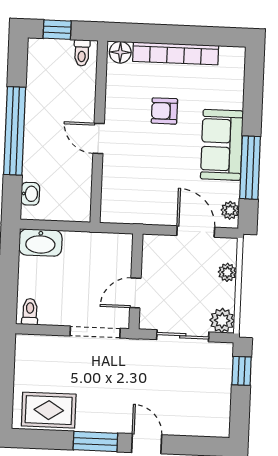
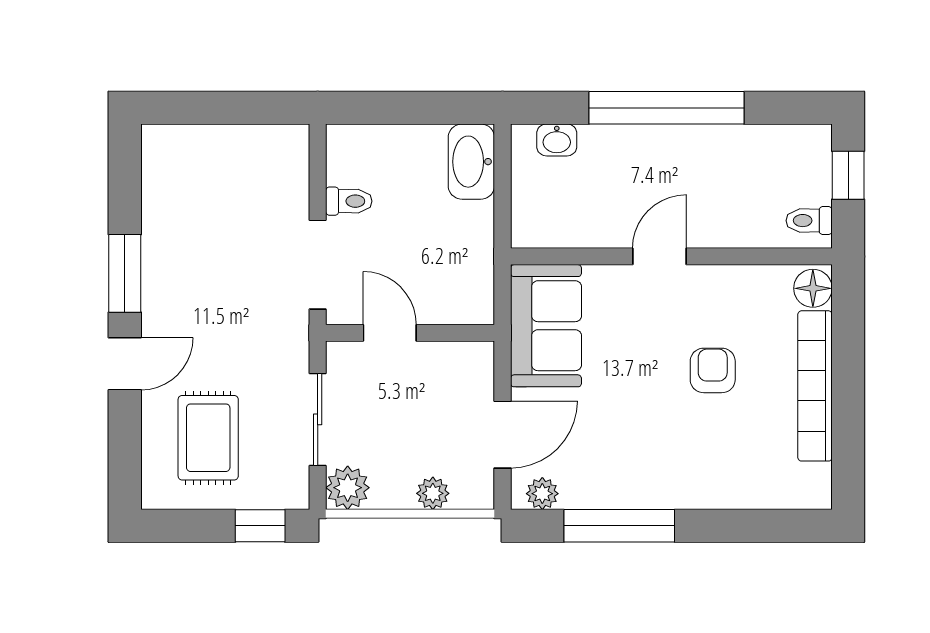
sofa: (222, 145) -> (546, 326), moved, turned 90
toilet: (30, 312) -> (349, 201), moved
rug: (49, 410) -> (208, 438), moved

